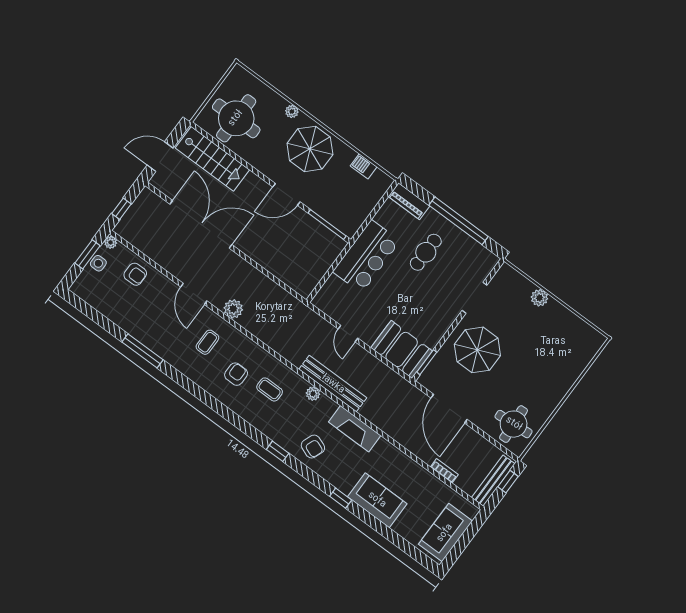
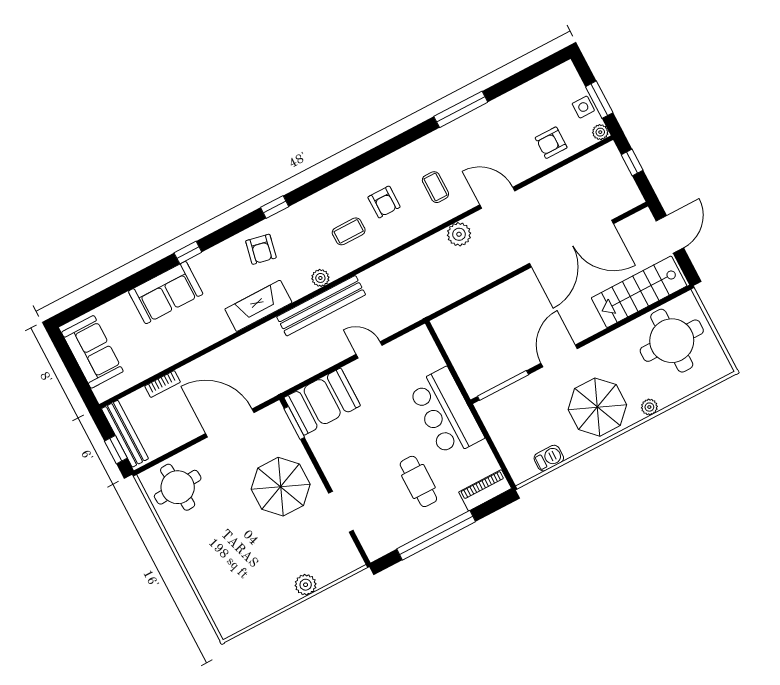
armchair: (313, 447) -> (261, 249), turned -99

